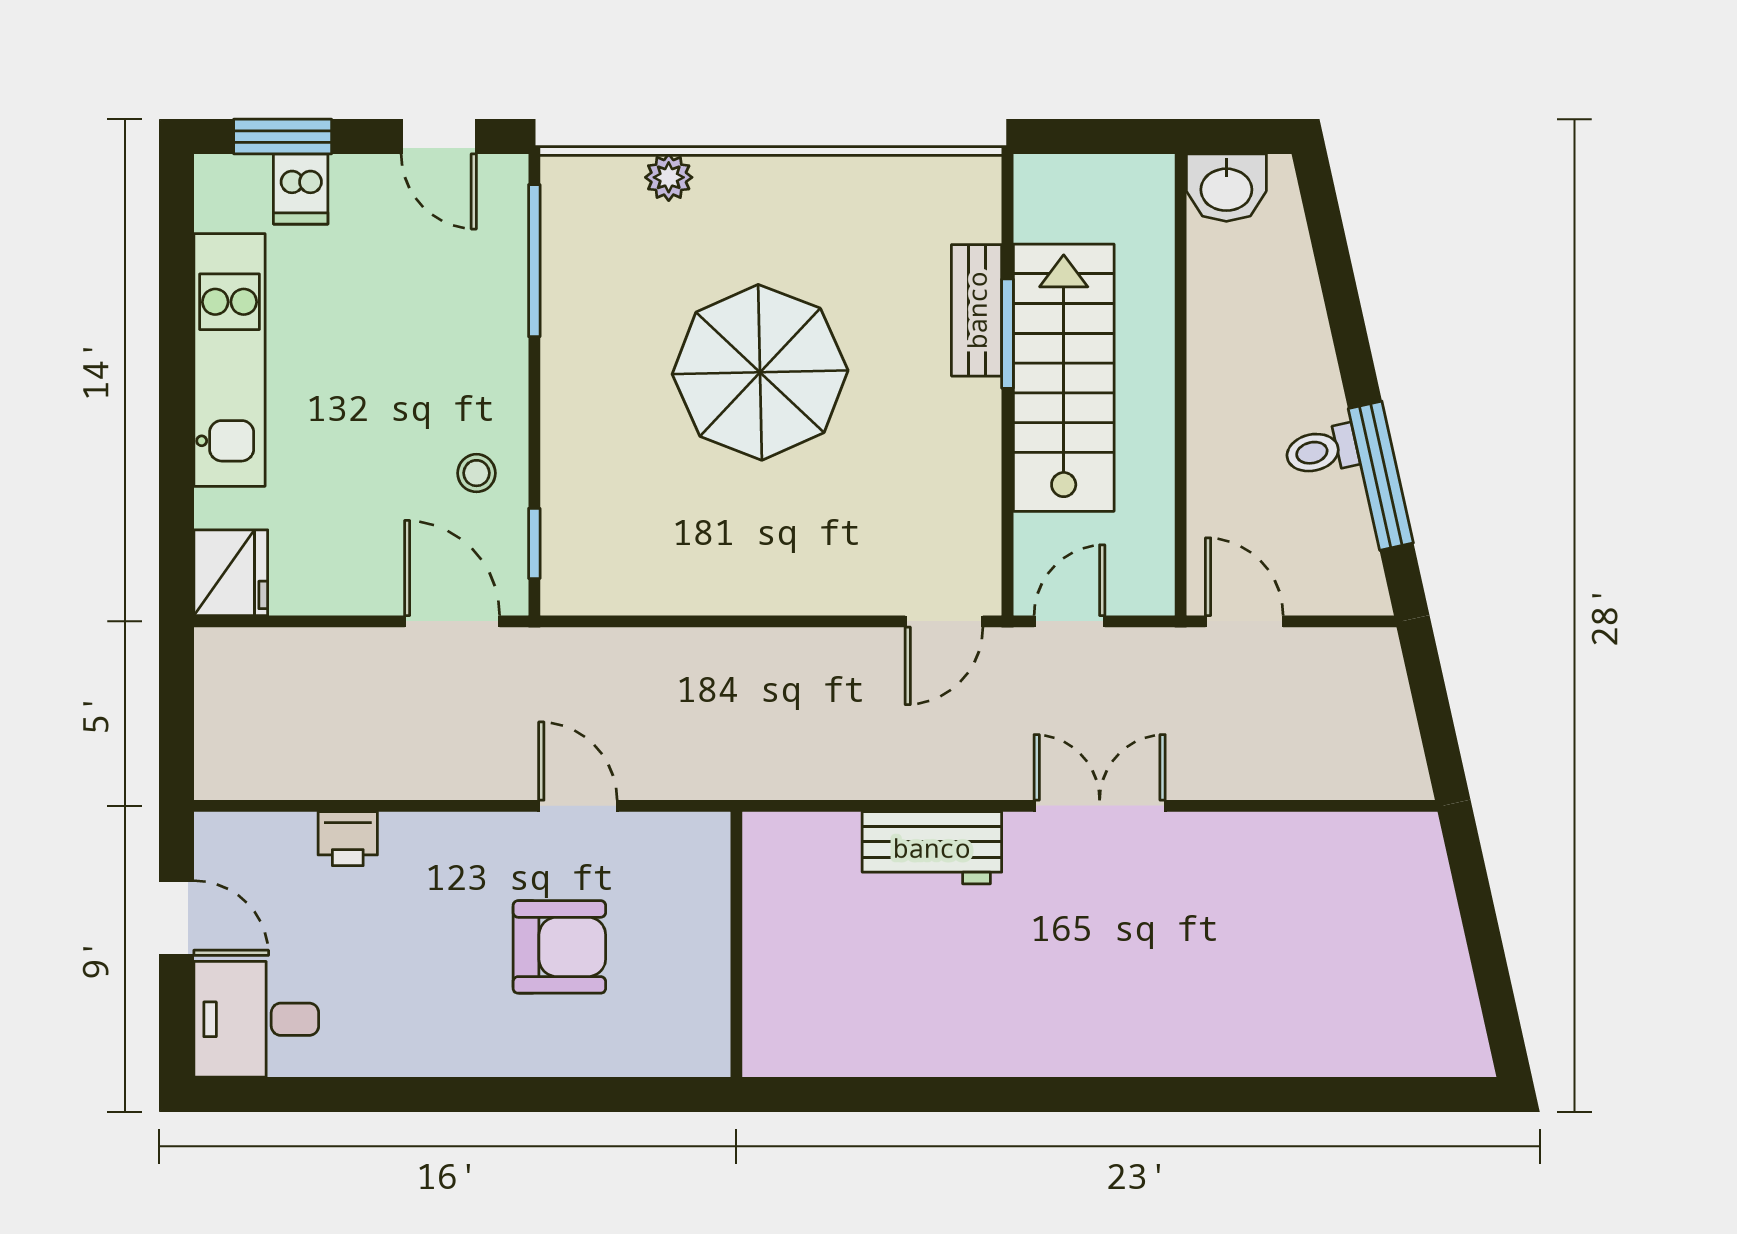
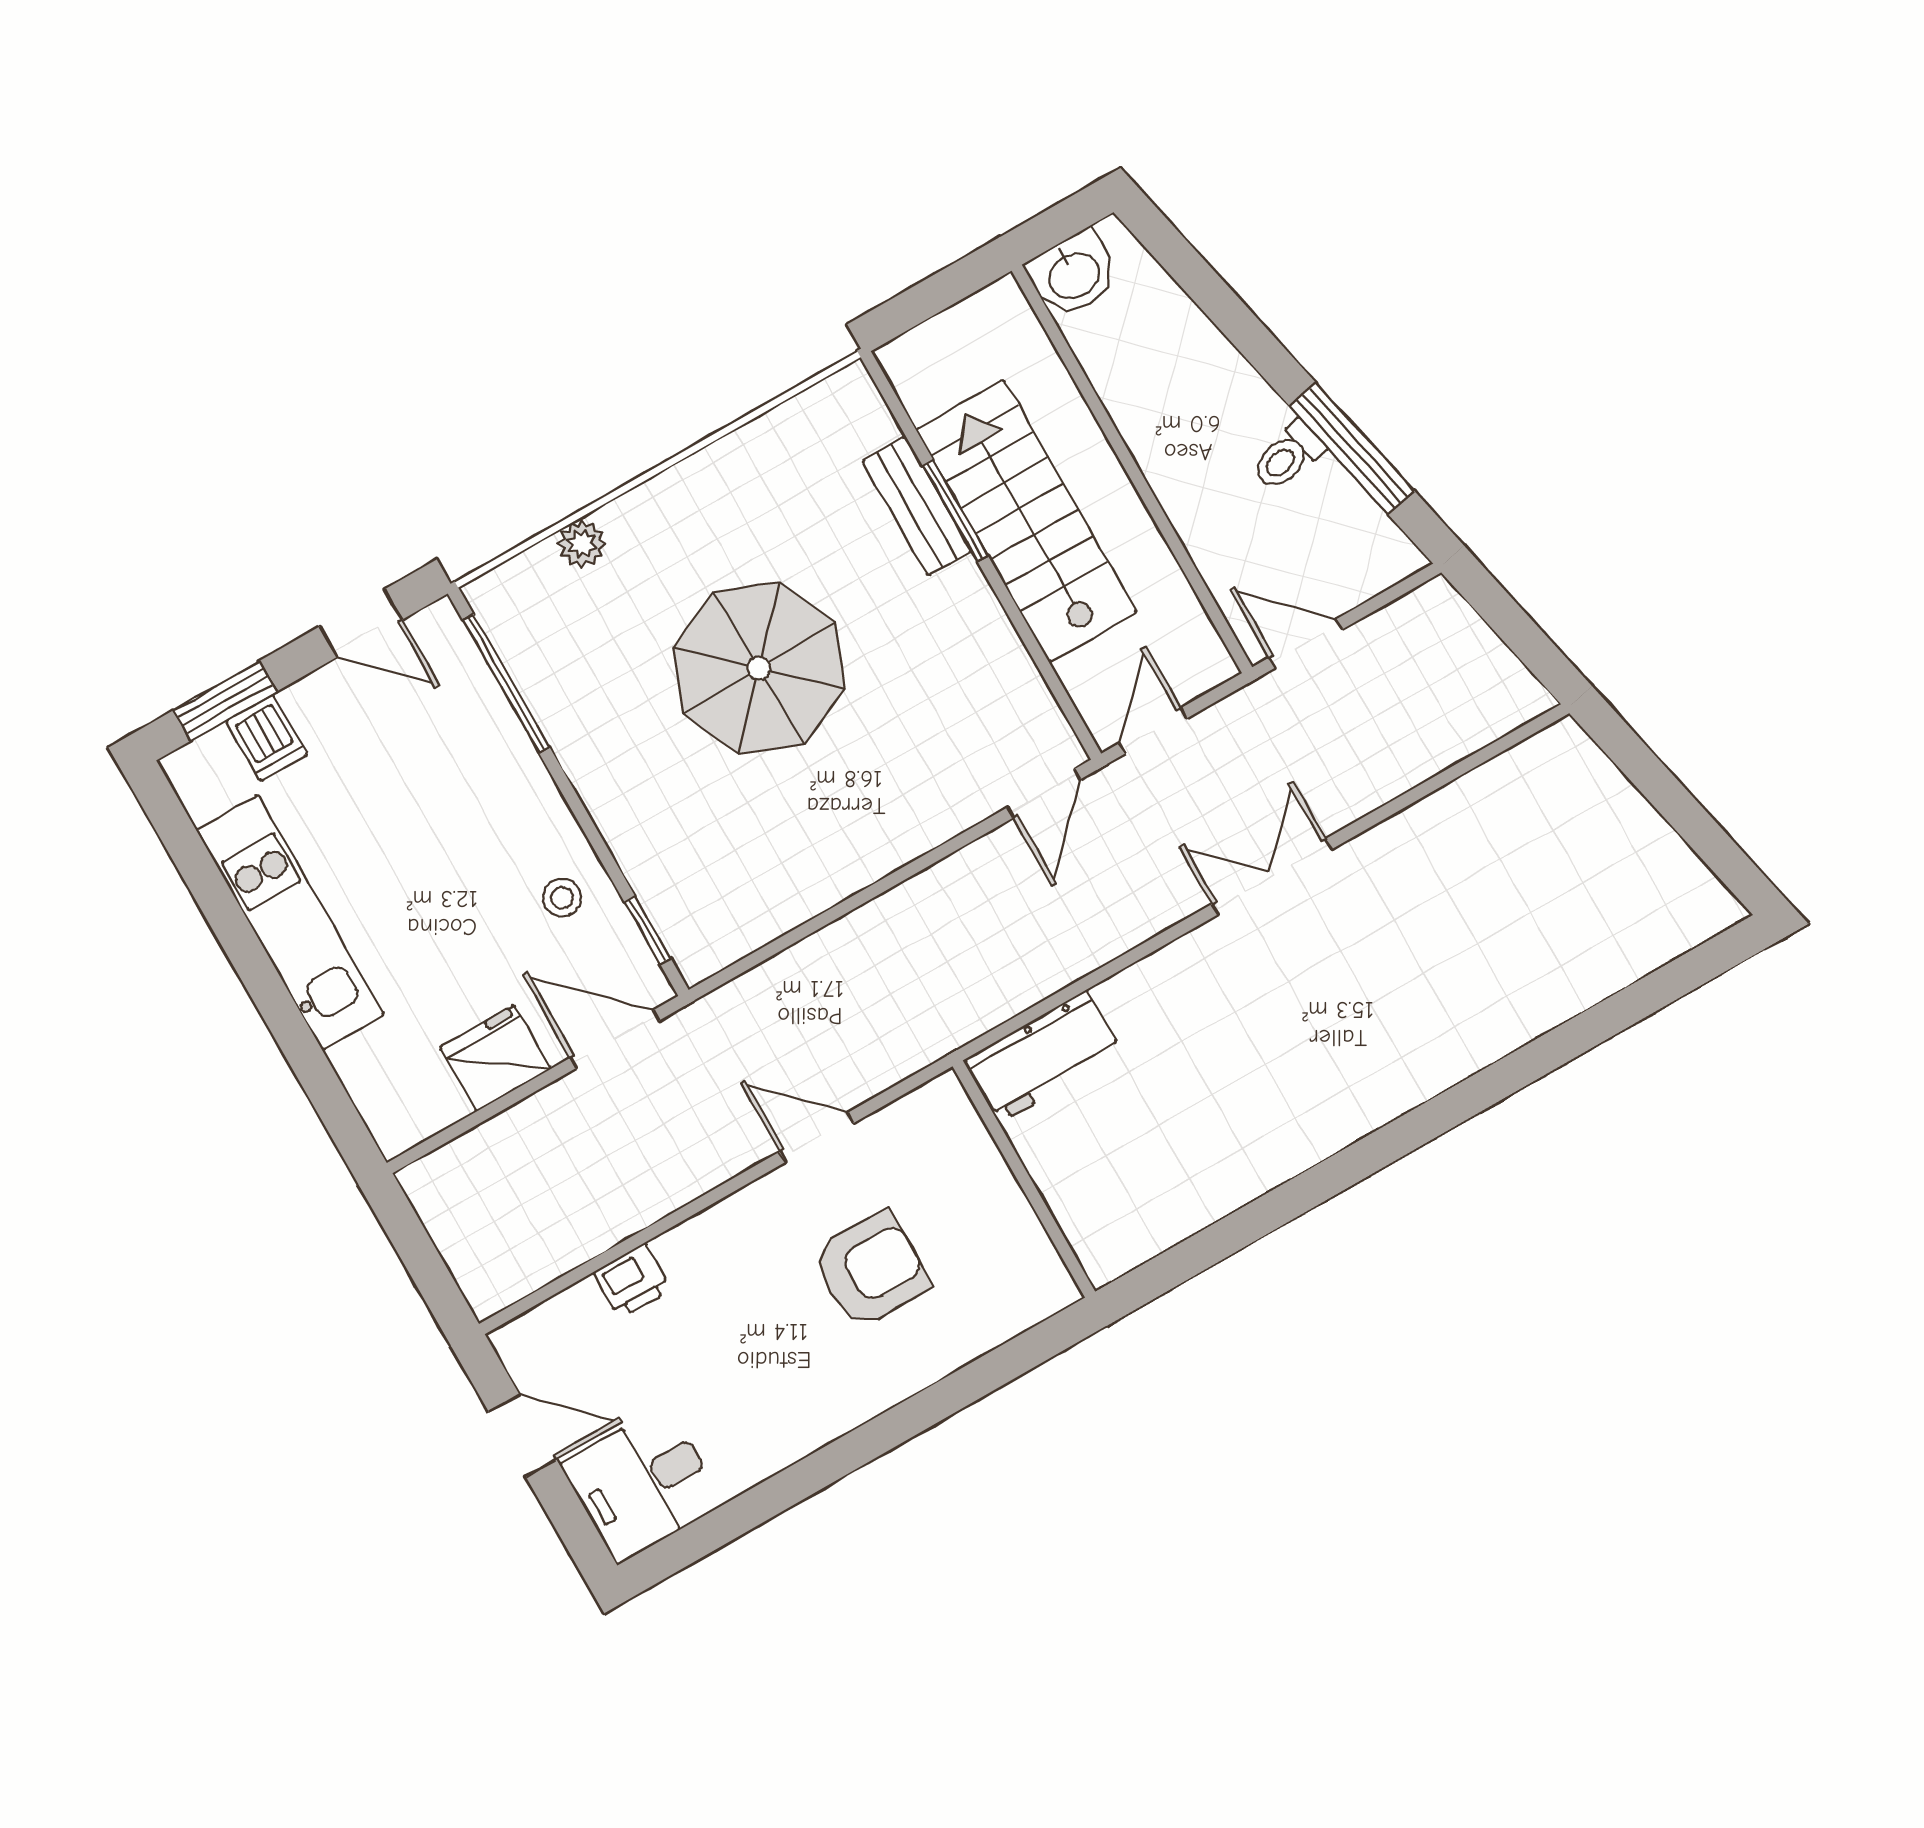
fridge: (231, 573) -> (495, 1058), moved, turned -90
workbench: (932, 848) -> (1044, 1056), moved

